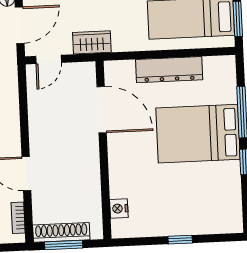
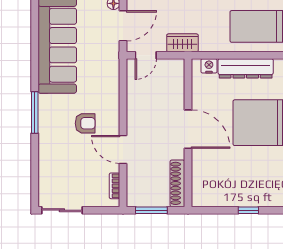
door: (102, 110) -> (188, 129), moved
nightstand: (119, 208) -> (209, 66), moved, turned 90
shoe rack: (61, 232) -> (177, 183), moved, turned -90

